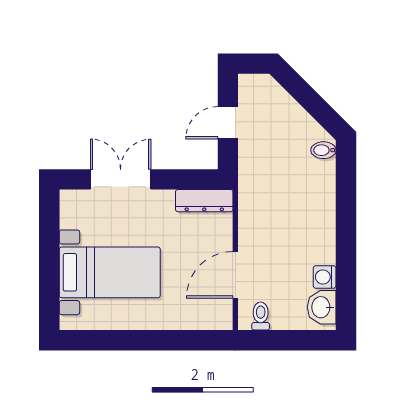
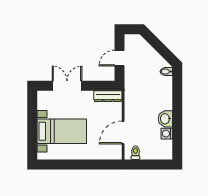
washbasin: (322, 307) -> (165, 119), moved

